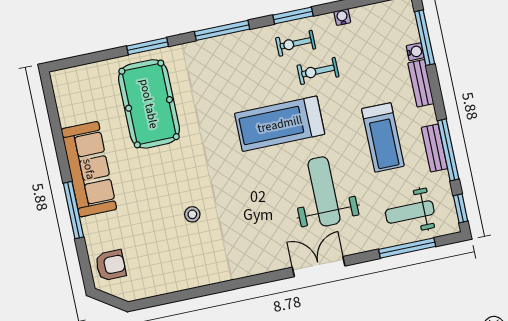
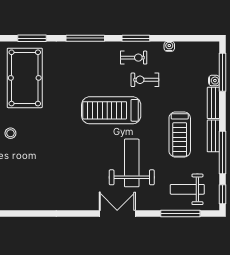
exercise bike: (296, 43) -> (134, 58), turned 180
bench: (434, 148) -> (213, 136), moved
stool: (192, 214) -> (10, 133), moved

